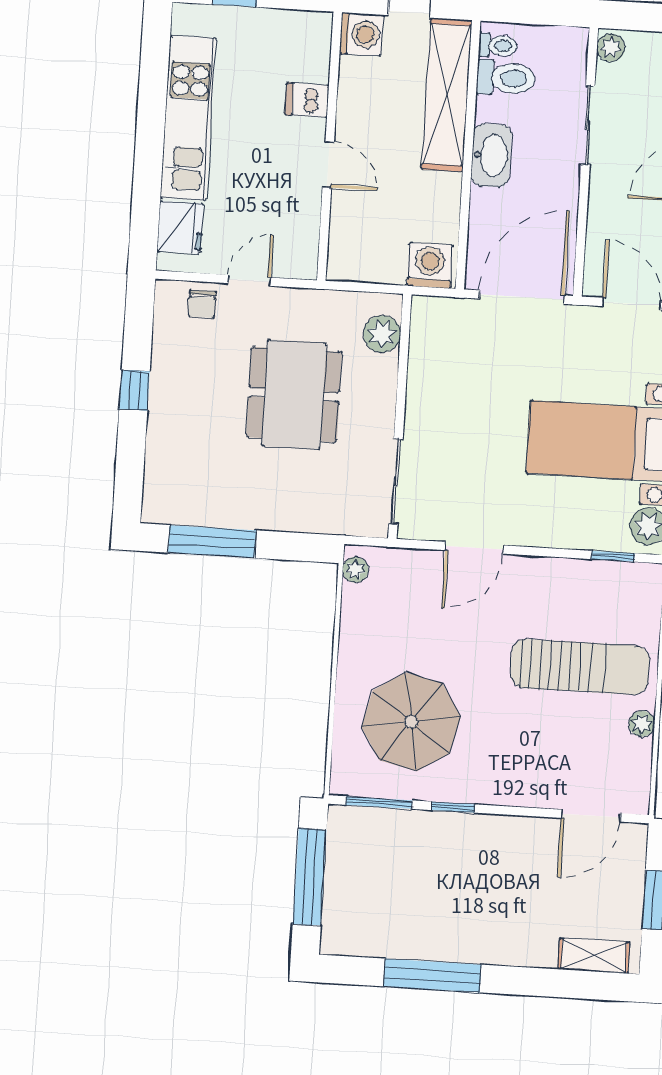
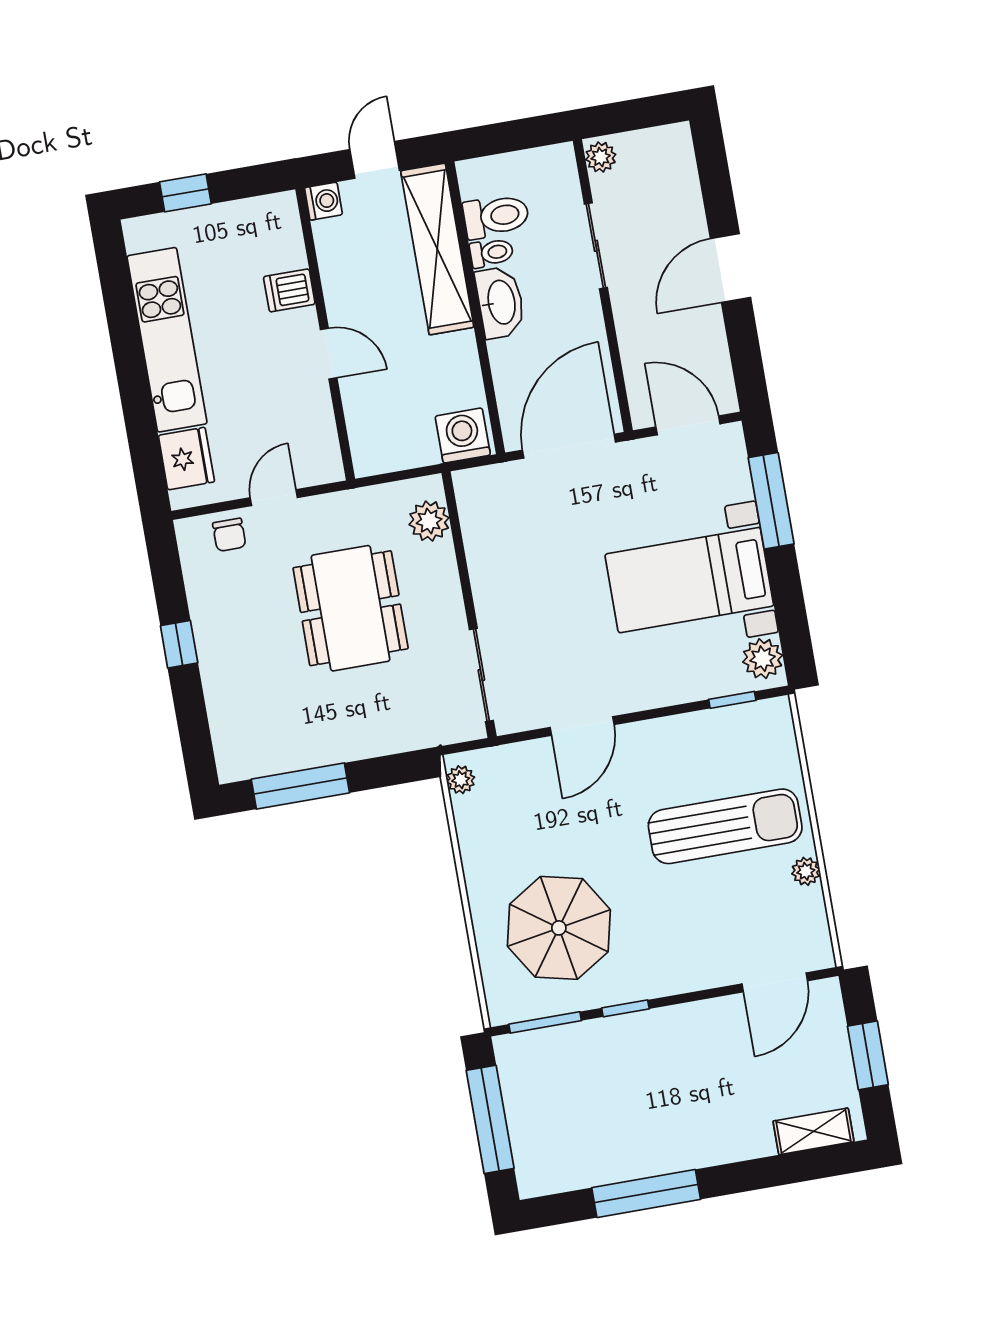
washing machine: (361, 34) -> (323, 201), width x0.73, depth x0.73
toilet: (498, 45) -> (492, 253), moved

